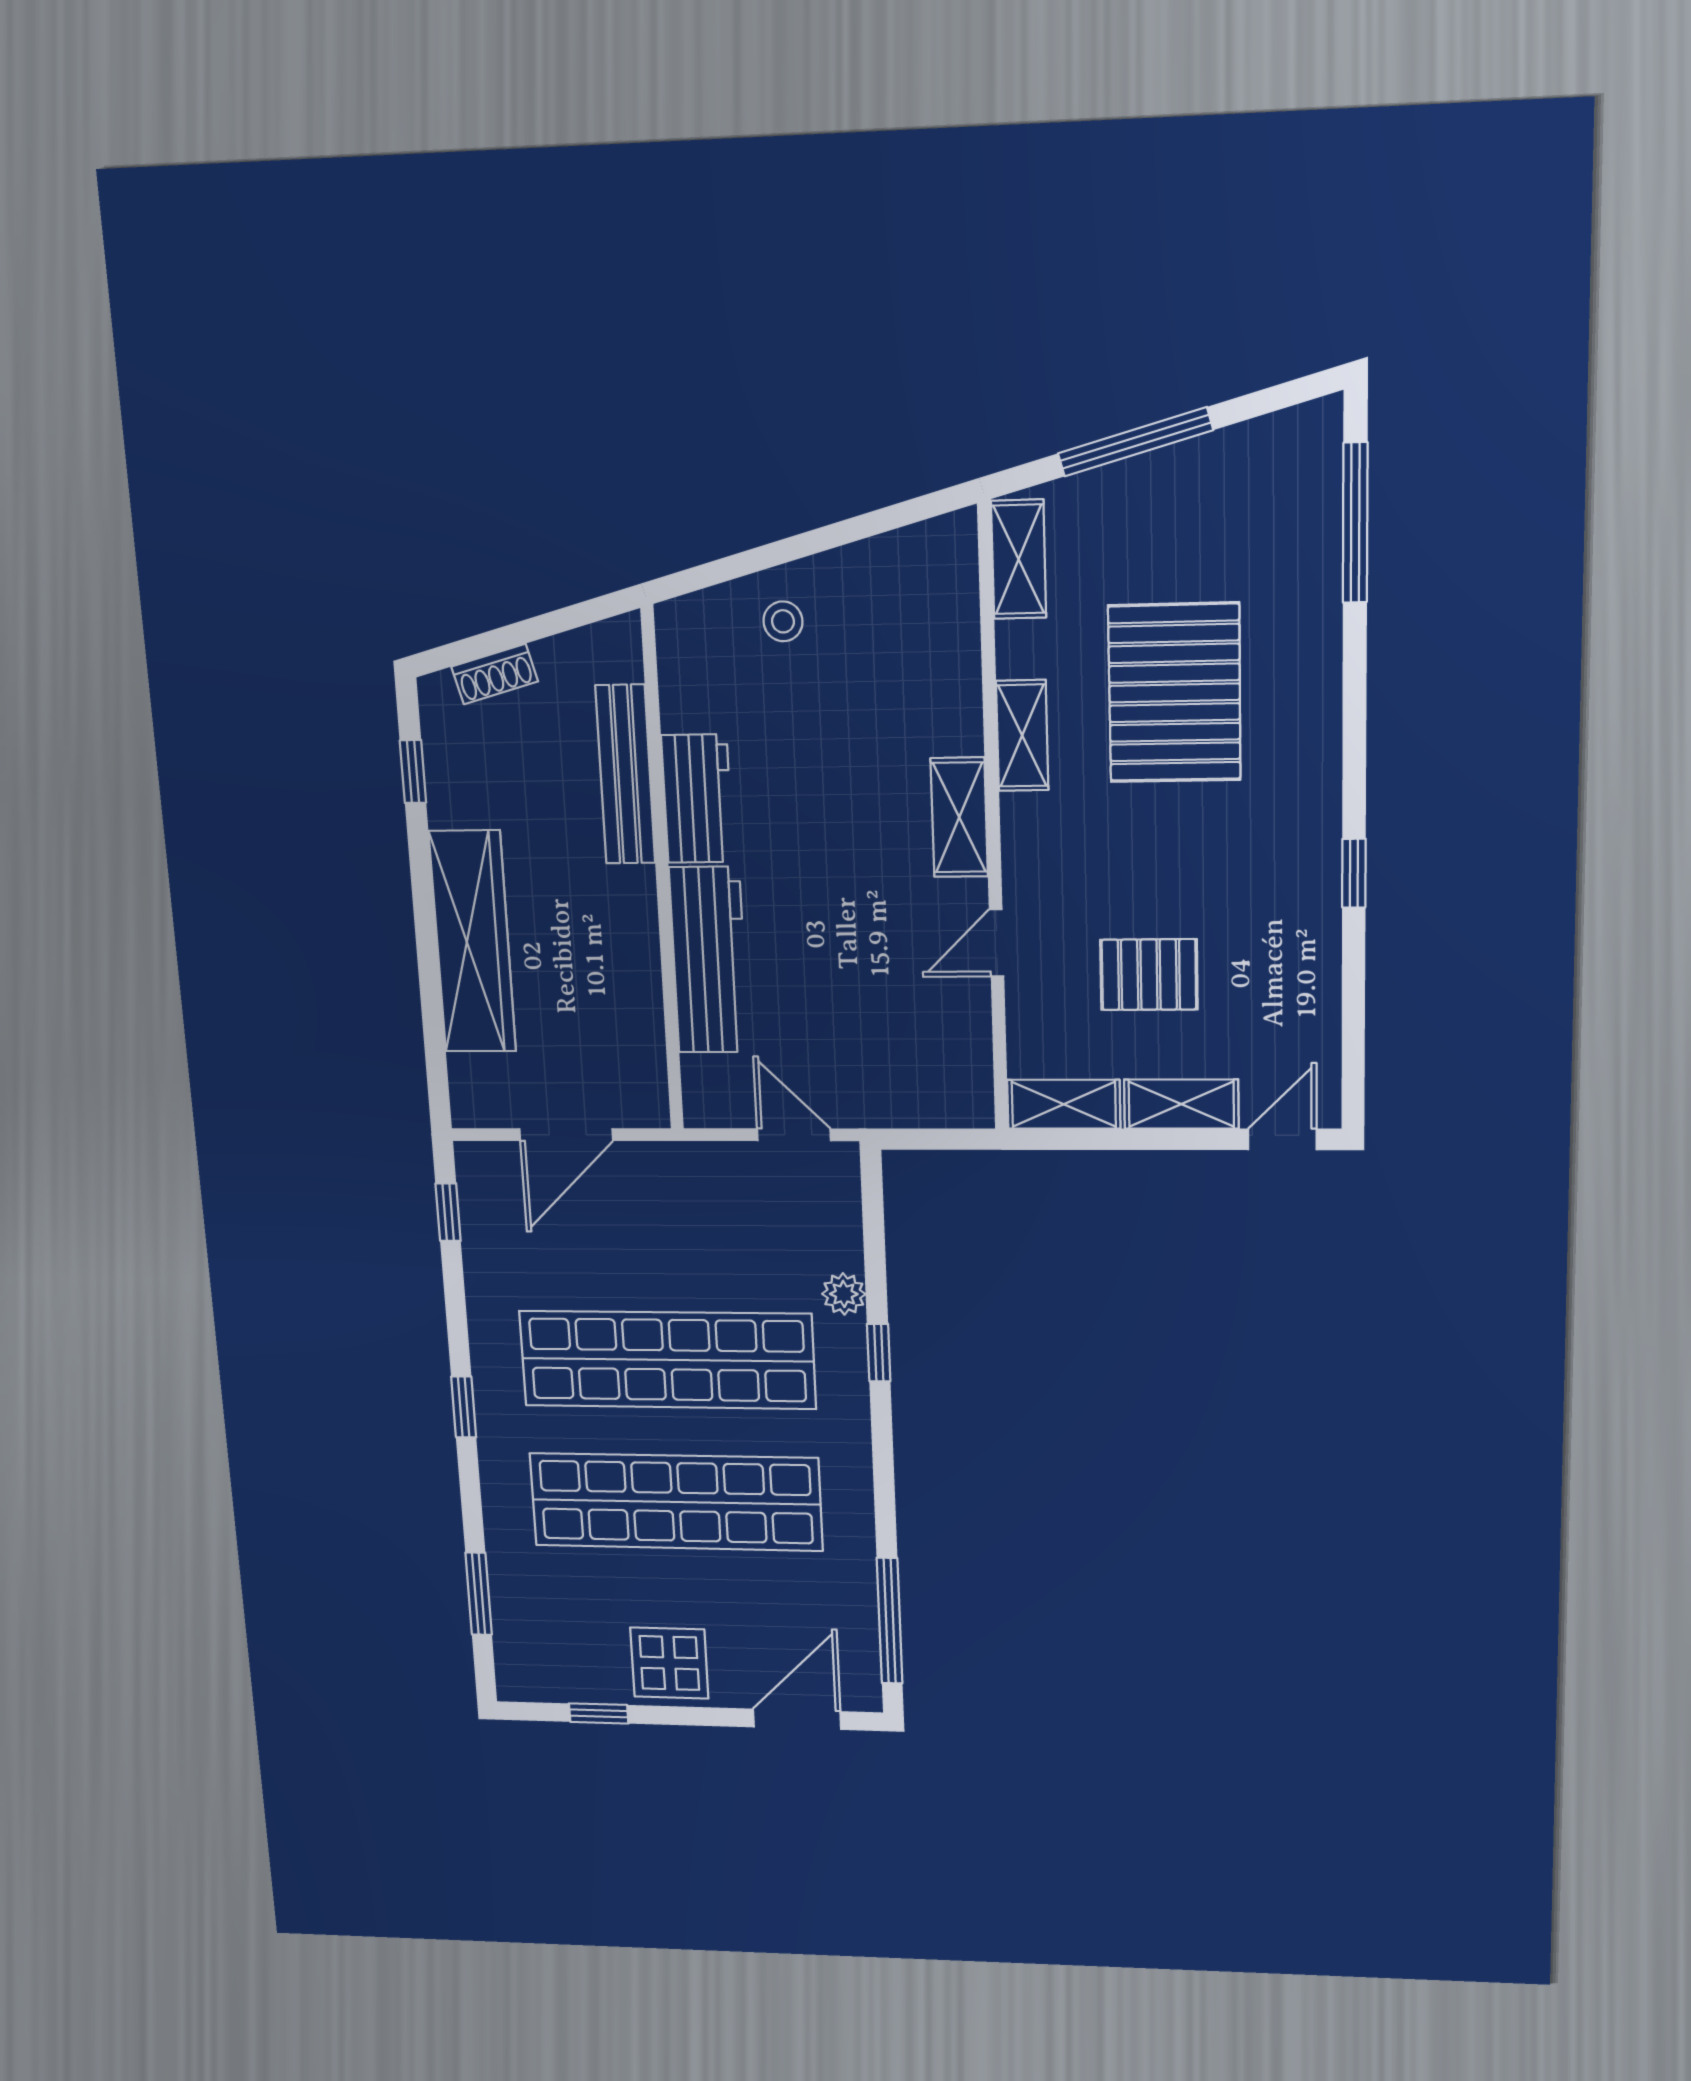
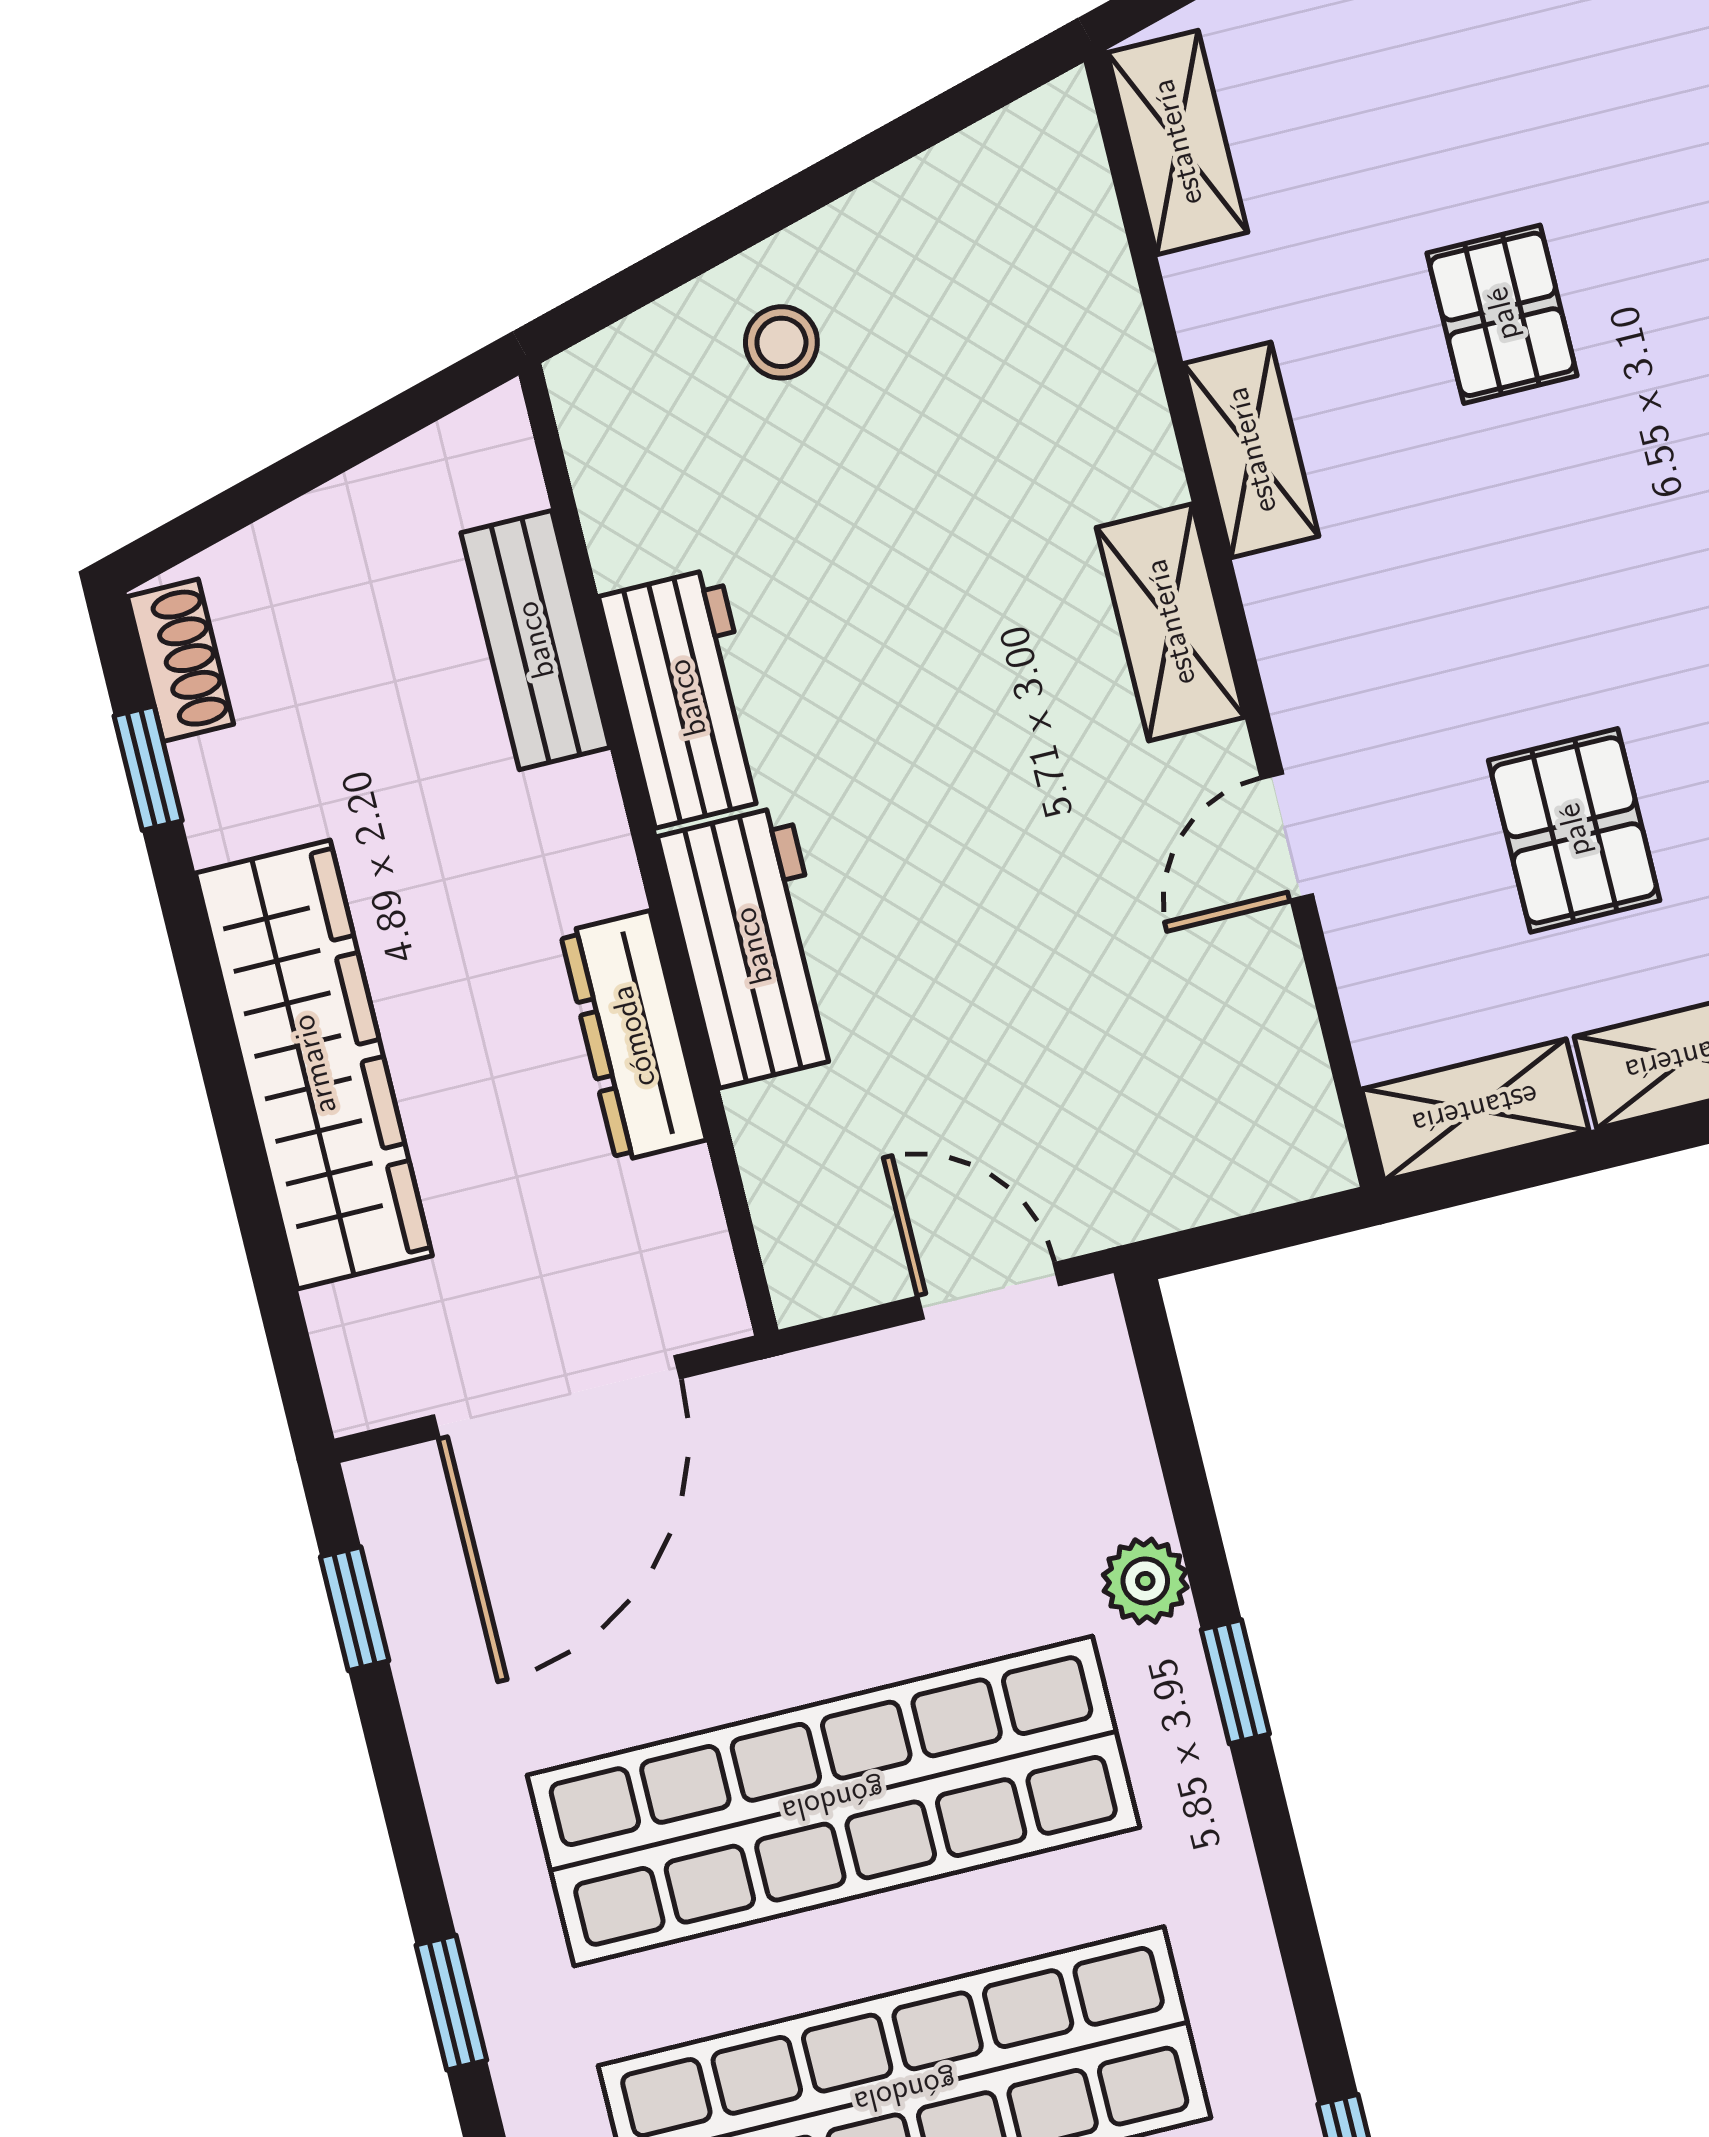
shoe rack: (495, 674) -> (181, 660), moved, turned -75
pallet: (1174, 693) -> (1502, 314), width x0.49, depth x0.50
bench: (625, 774) -> (535, 640), width x0.73
workbench: (709, 960) -> (753, 946), width x0.73
dresser: (637, 966) -> (633, 1036), added
pallet: (1149, 975) -> (1574, 830), turned 90
door: (566, 1135) -> (557, 1397), width x1.36

